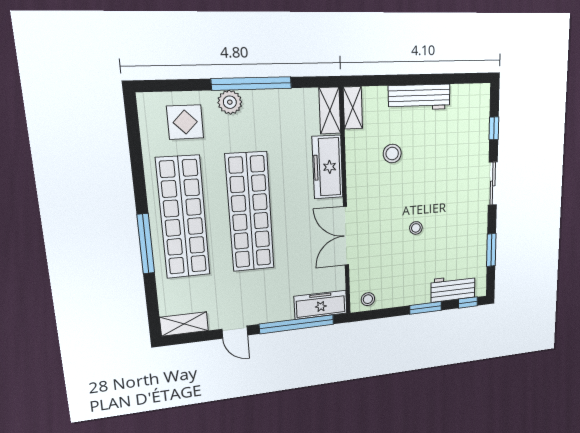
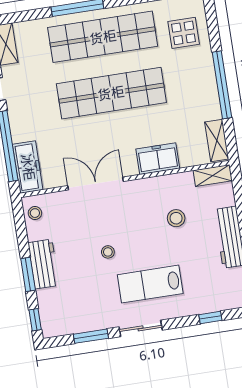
plant: (230, 102) -> (204, 68), removed
shelving: (330, 111) -> (217, 140), moved, turned 90
freezer: (328, 167) -> (158, 159), width x0.71
sliding door: (493, 184) -> (141, 328), moved
lab bench: (453, 187) -> (150, 284), added
workbench: (453, 288) -> (44, 264), moved

